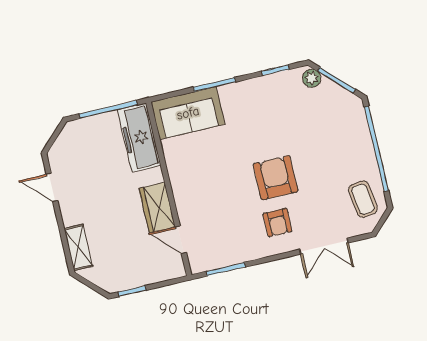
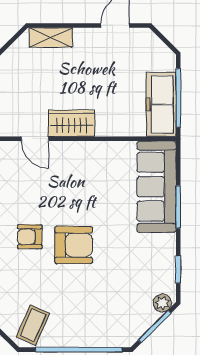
sofa: (188, 113) -> (157, 187), width x1.36
freezer: (139, 137) -> (161, 104), moved, turned -90
coffee table: (363, 199) -> (33, 325), turned -58
door: (181, 240) -> (35, 139), swing flipped

